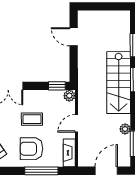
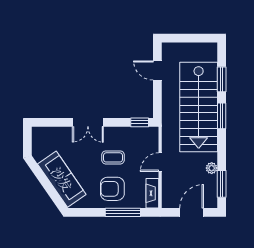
stairs: (119, 83) -> (199, 107), width x1.36, depth x1.51
plant: (69, 96) -> (153, 133), removed

